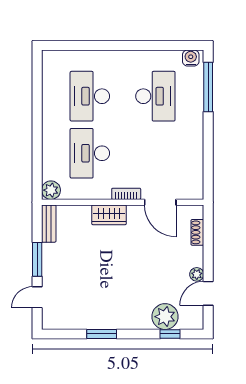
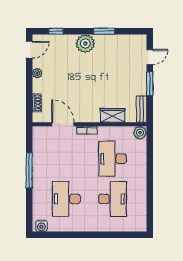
window: (208, 87) -> (29, 170), moved
desk: (90, 153) -> (113, 159), turned 180
wardrobe: (109, 215) -> (113, 115), moved
door: (208, 293) -> (29, 50), moved
plant: (165, 317) -> (85, 44), moved

